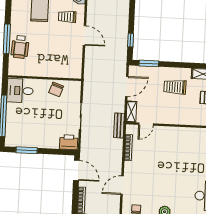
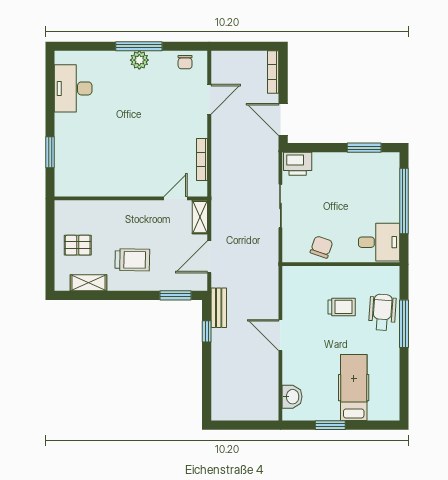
trolley: (67, 17) -> (342, 307), moved
bench: (119, 126) -> (219, 308), moved

